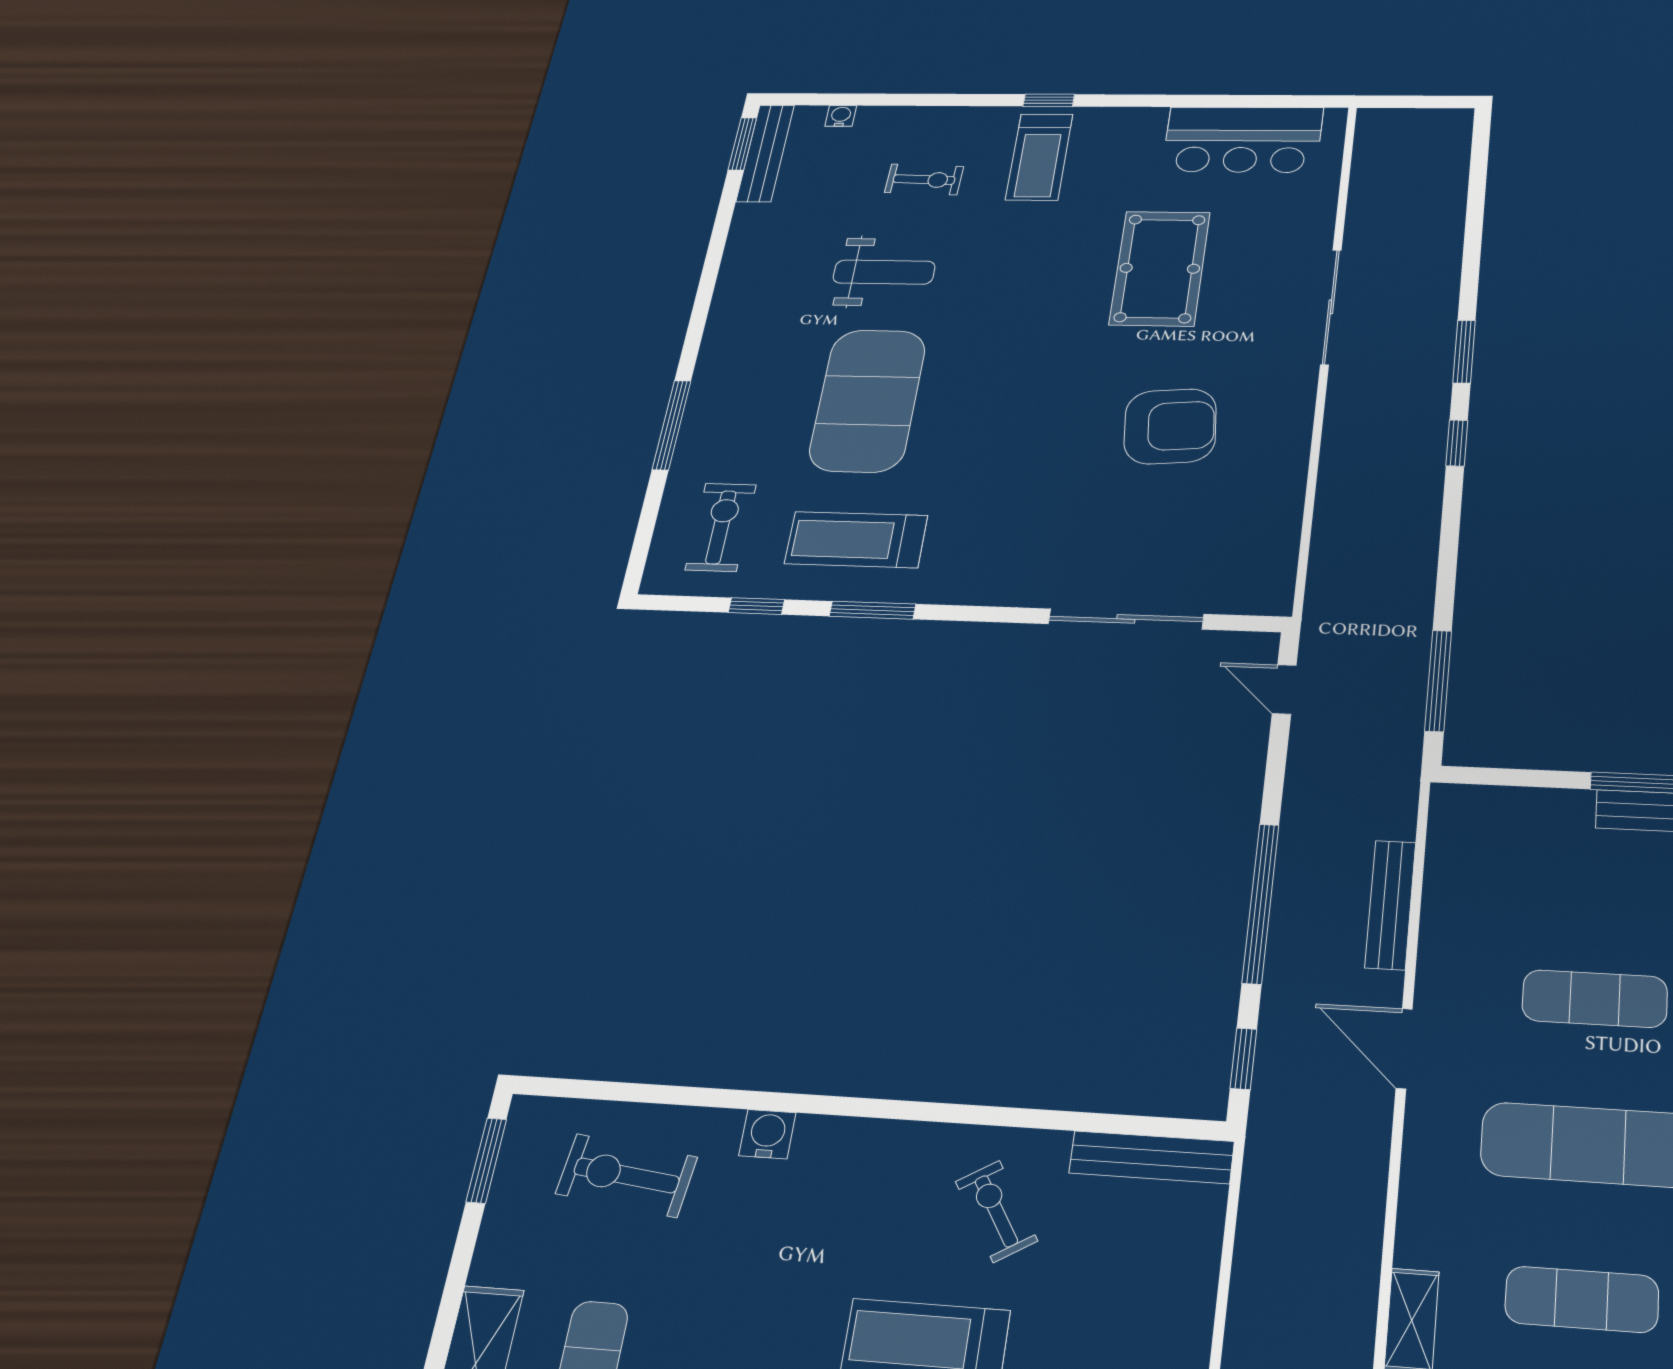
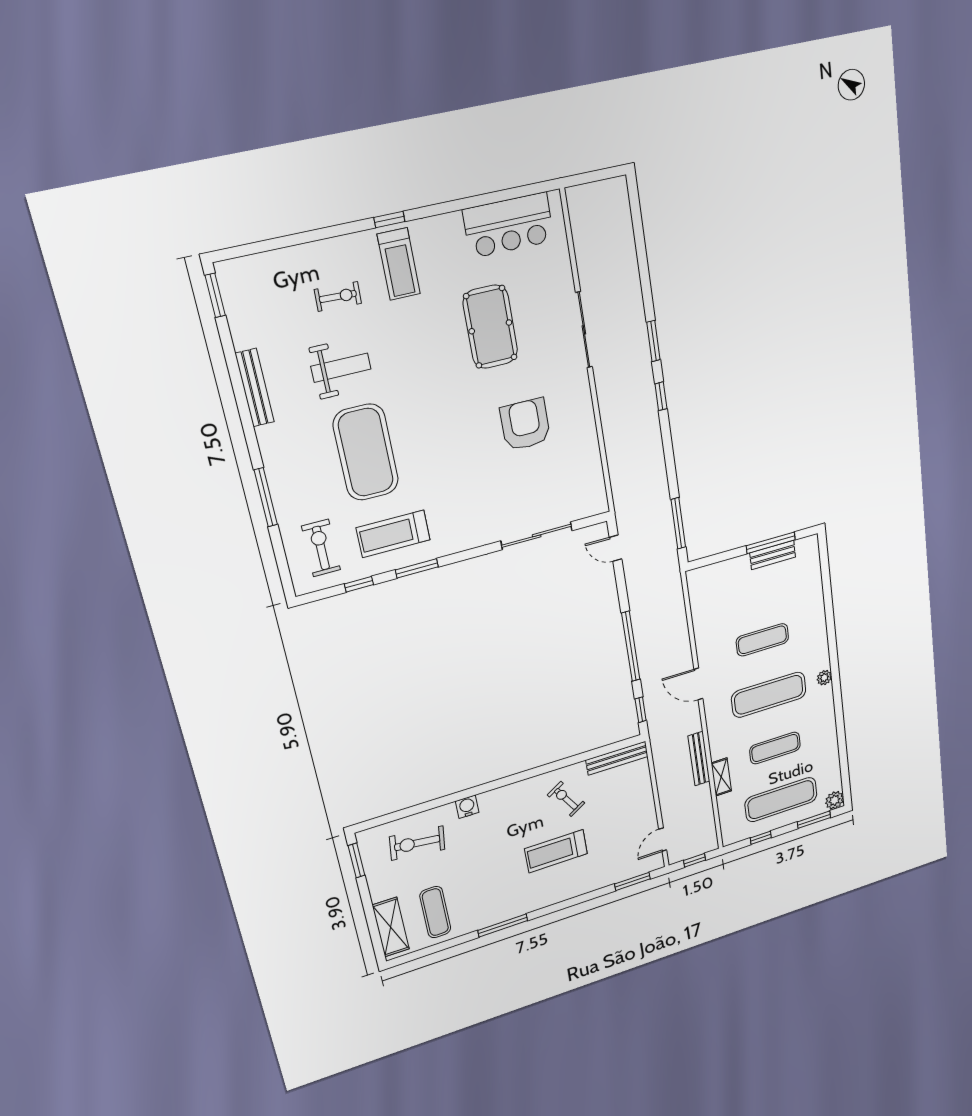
water cooler: (841, 116) -> (267, 260), removed
bench: (765, 153) -> (255, 388), moved
armchair: (1170, 426) -> (525, 425), turned -85
bench: (1390, 905) -> (699, 759), moved

